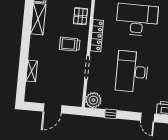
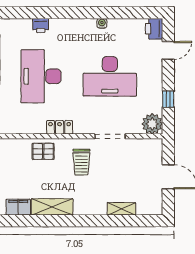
locker: (97, 36) -> (60, 127), width x0.66

